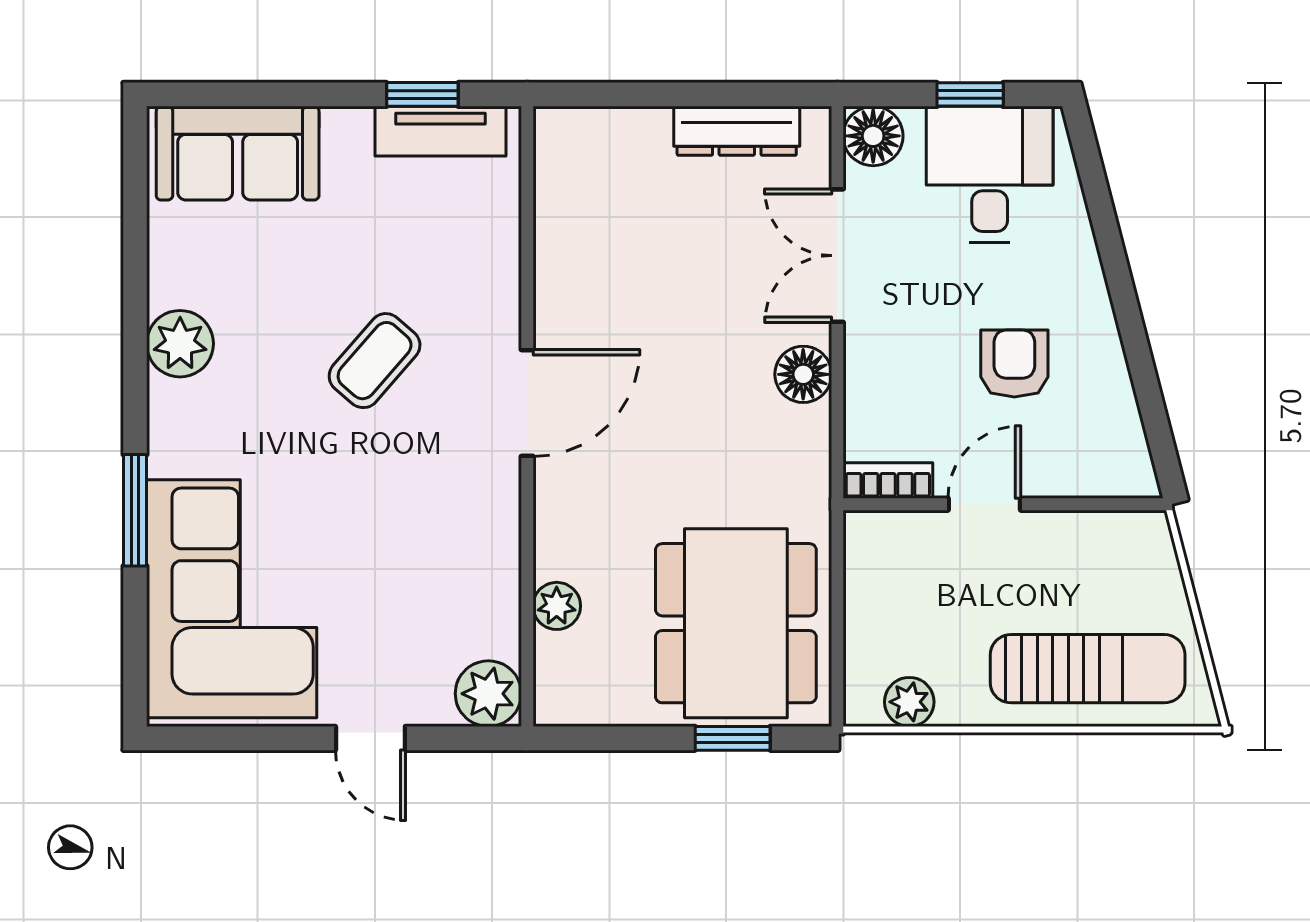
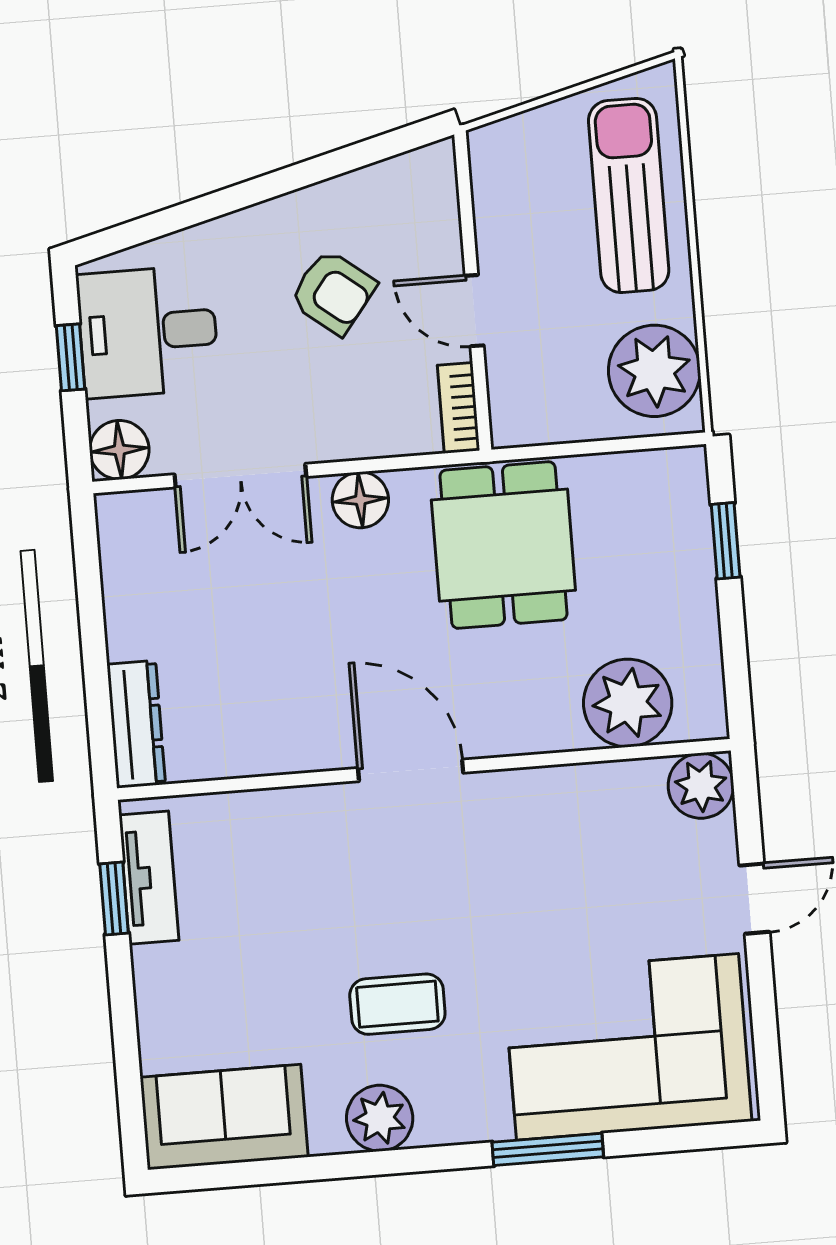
dresser: (737, 131) -> (136, 724), moved
sofa: (238, 153) -> (224, 1117), moved, turned -90
coffee table: (375, 361) -> (397, 1004), moved, turned -41
armchair: (1014, 364) -> (333, 292), turned -142
plant: (557, 606) -> (628, 703), width x1.88, depth x1.88
dining table: (736, 623) -> (503, 545), moved, width x0.73
plant: (909, 702) -> (654, 371), width x1.88, depth x1.88

